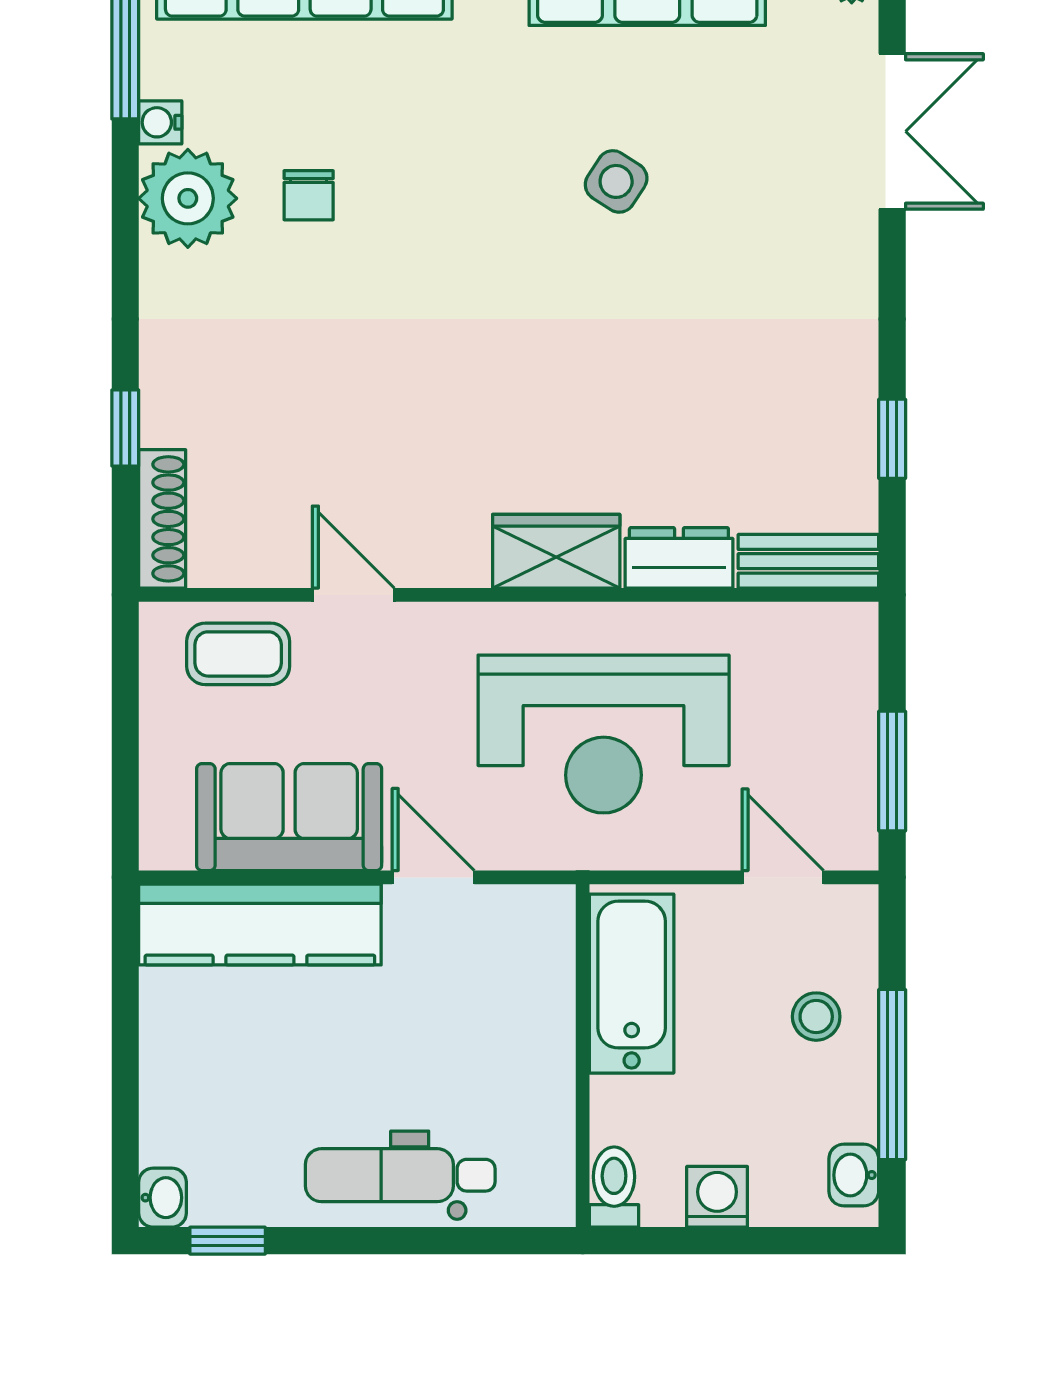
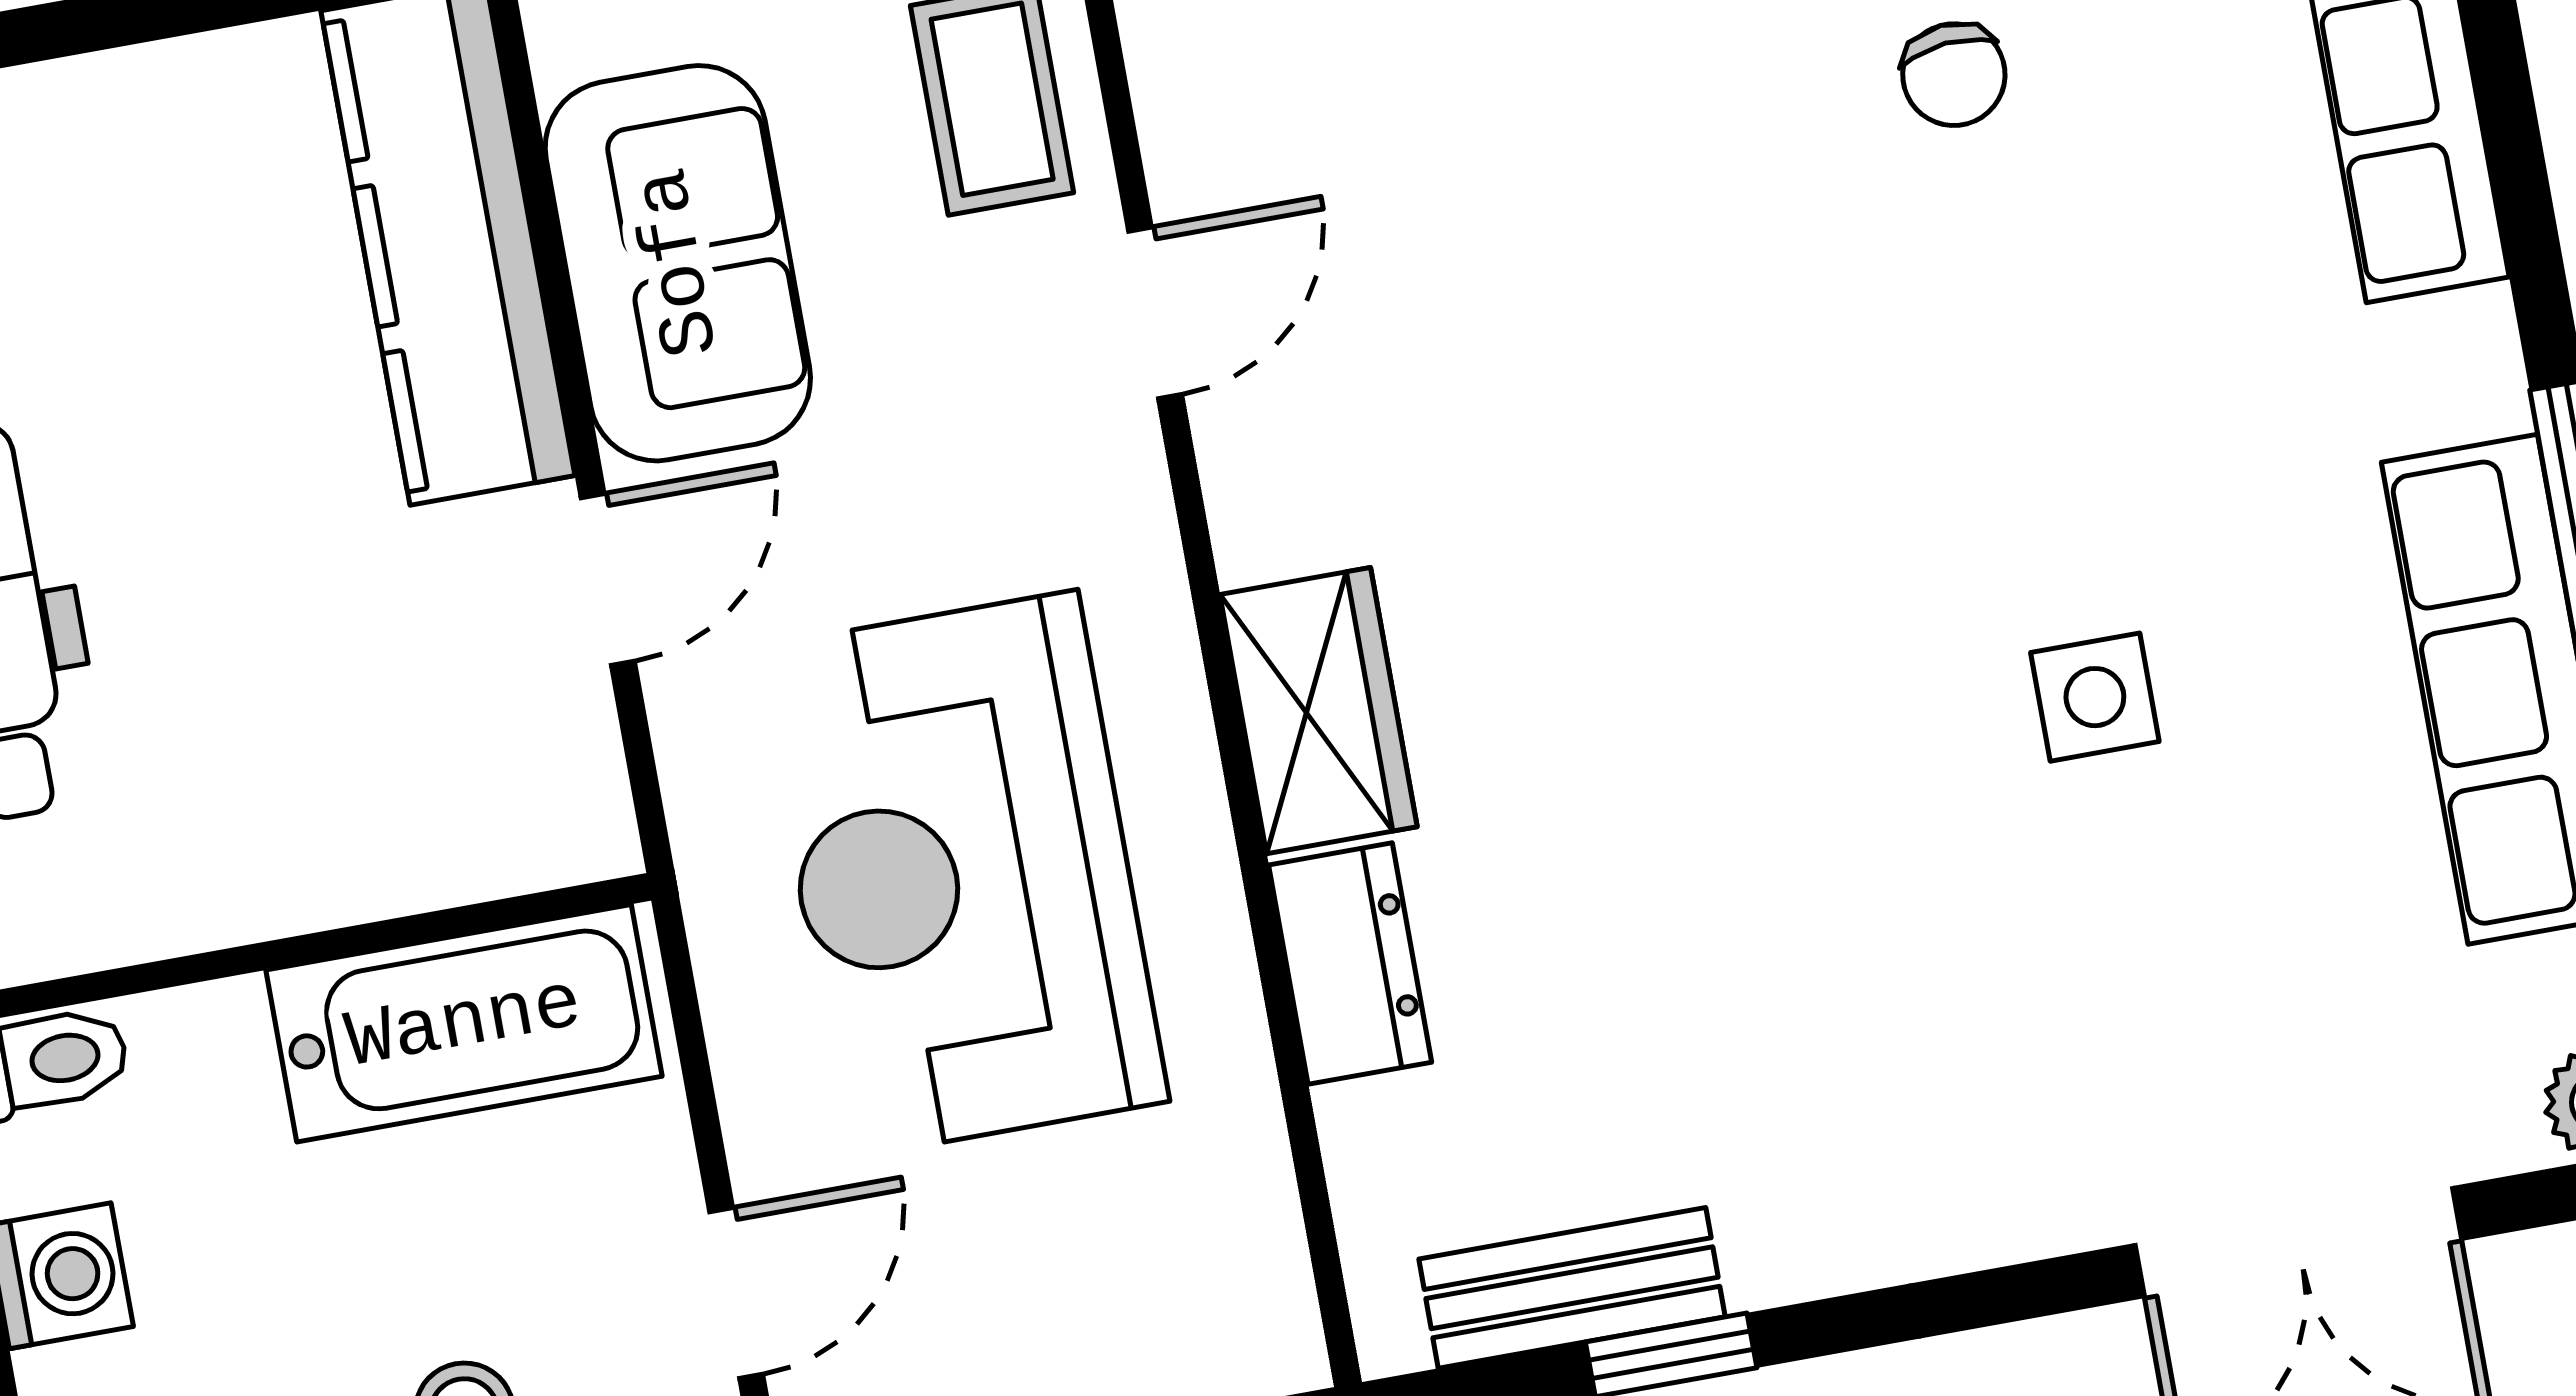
side table: (616, 181) -> (2095, 697), turned -33
chair: (309, 195) -> (1954, 75), turned -95
bench: (808, 561) -> (1572, 1288), moved, turned 90

